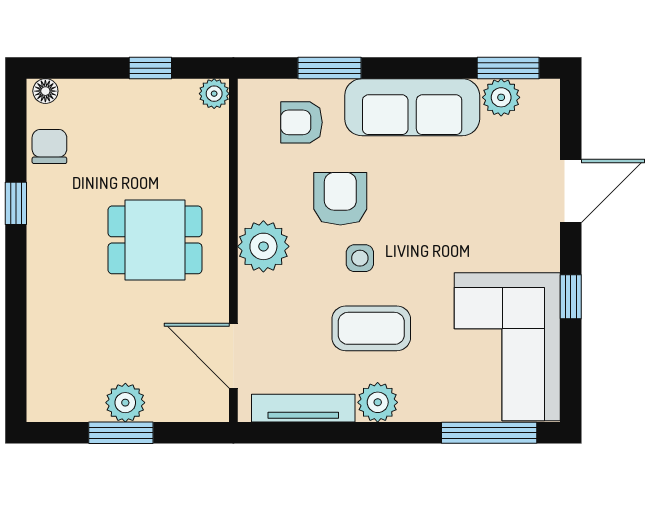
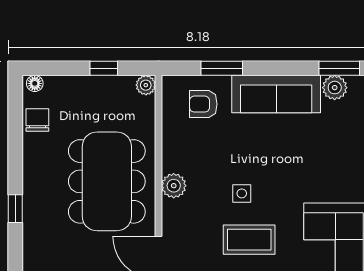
armchair: (340, 199) -> (229, 154), removed
window: (16, 203) -> (15, 209), moved
dining table: (155, 240) -> (107, 181), width x1.88, depth x1.24
plant: (263, 246) -> (174, 186), width x0.73, depth x0.73

